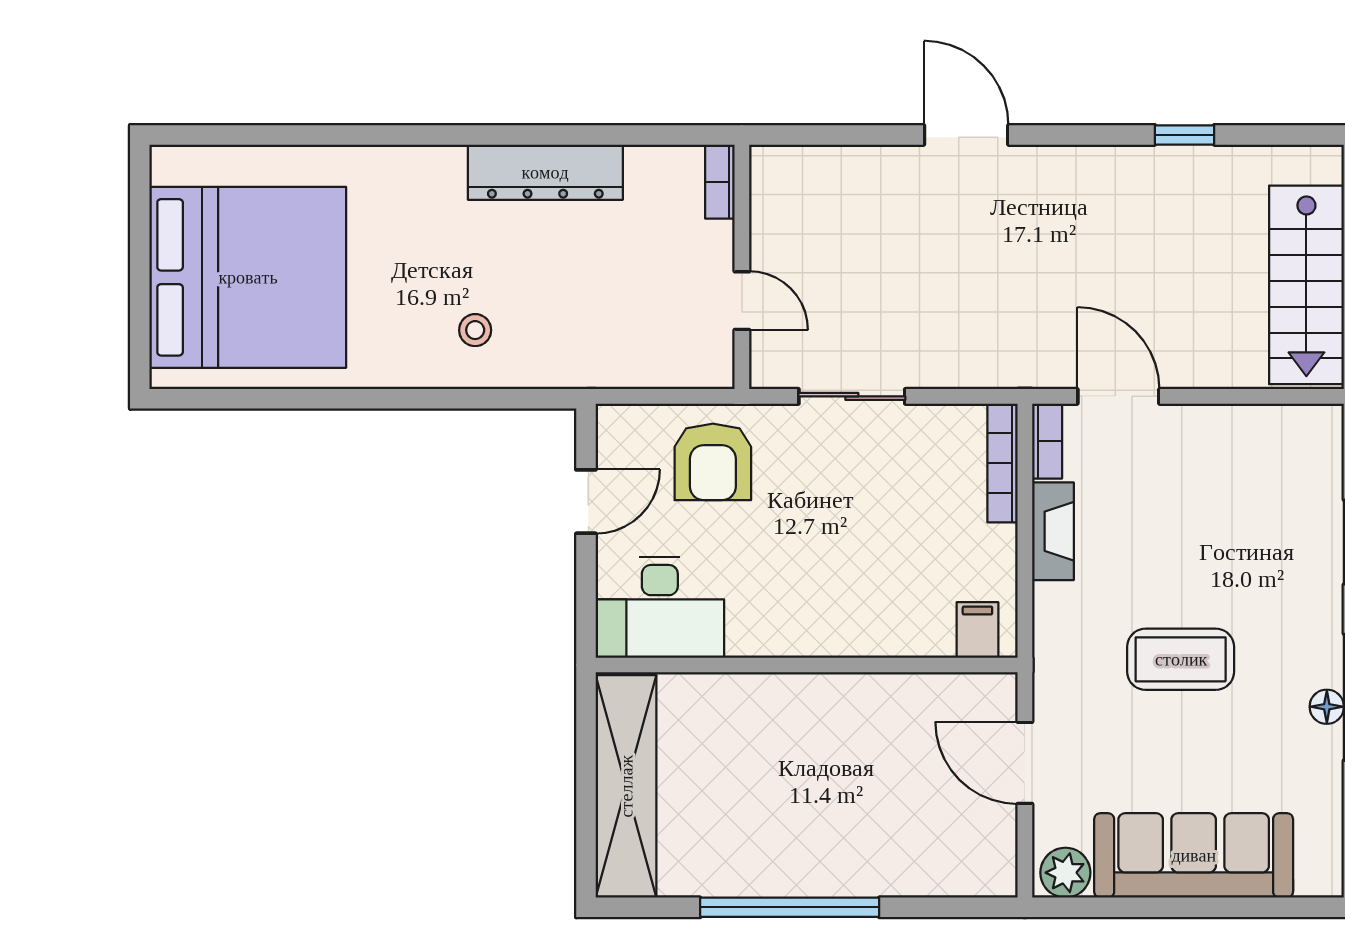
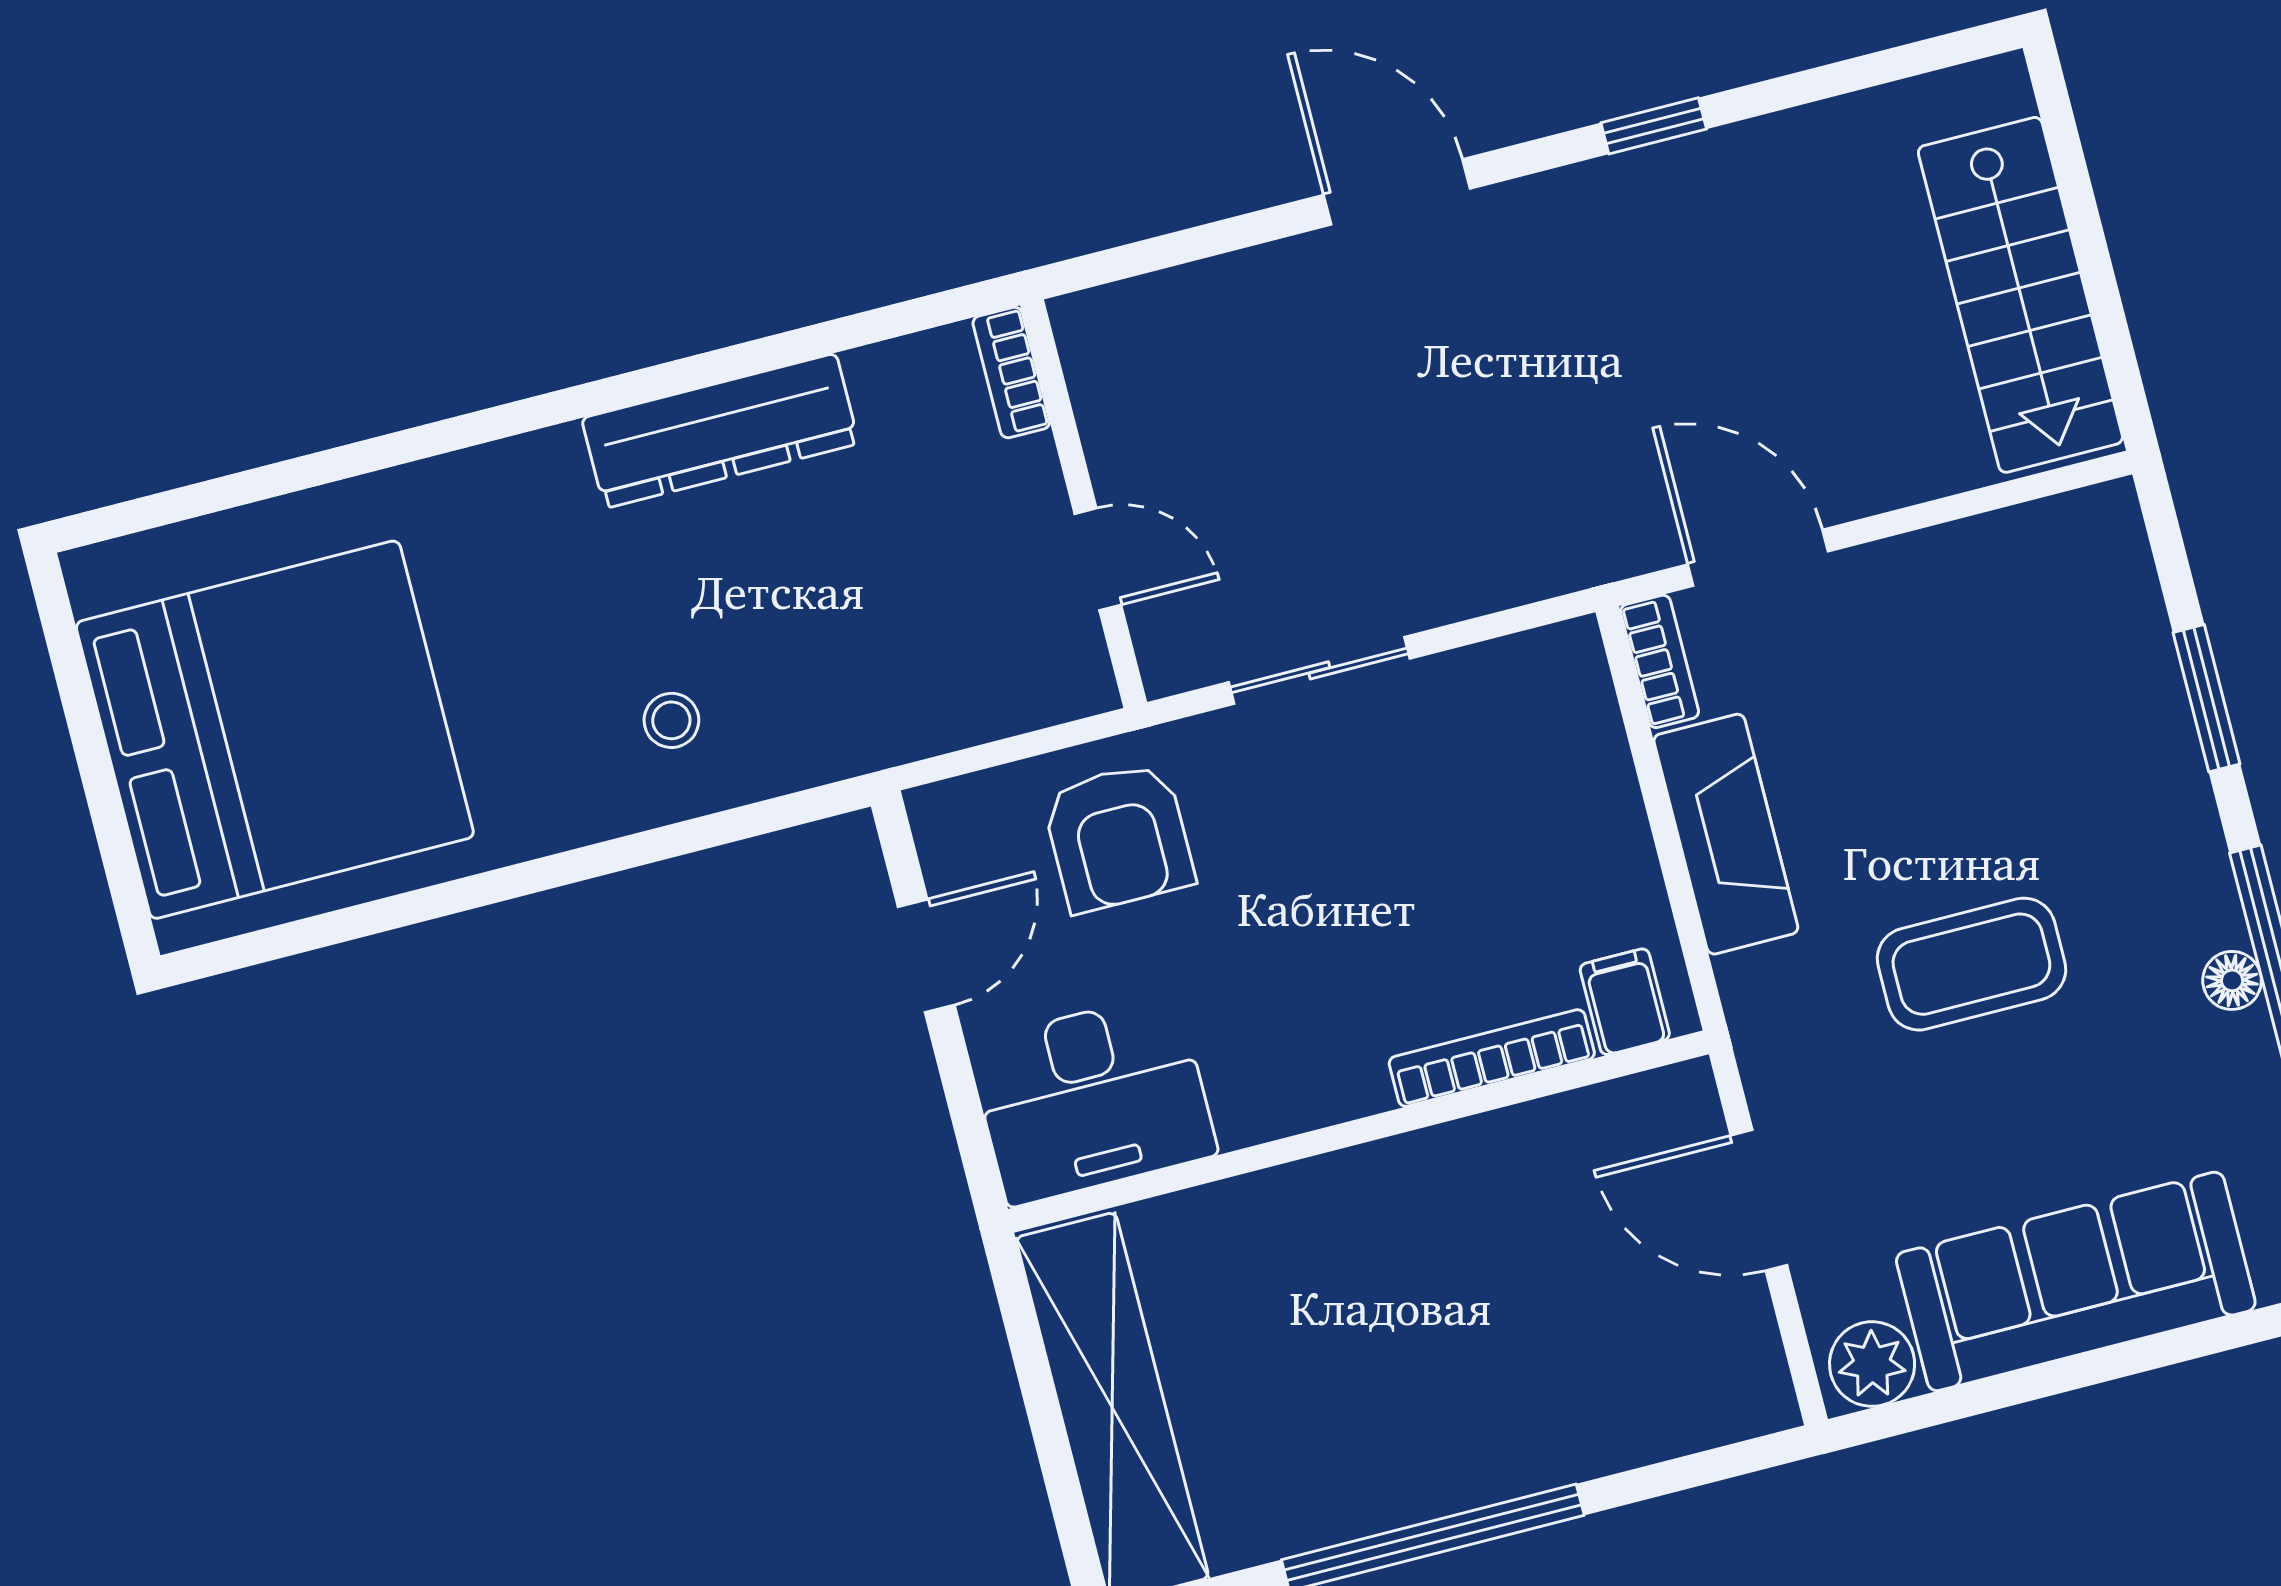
window: (1185, 135) -> (1654, 126), moved
bookcase: (1003, 463) -> (1492, 1058), moved, turned 90
fireplace: (1053, 531) -> (1726, 834), width x1.37, depth x1.32

